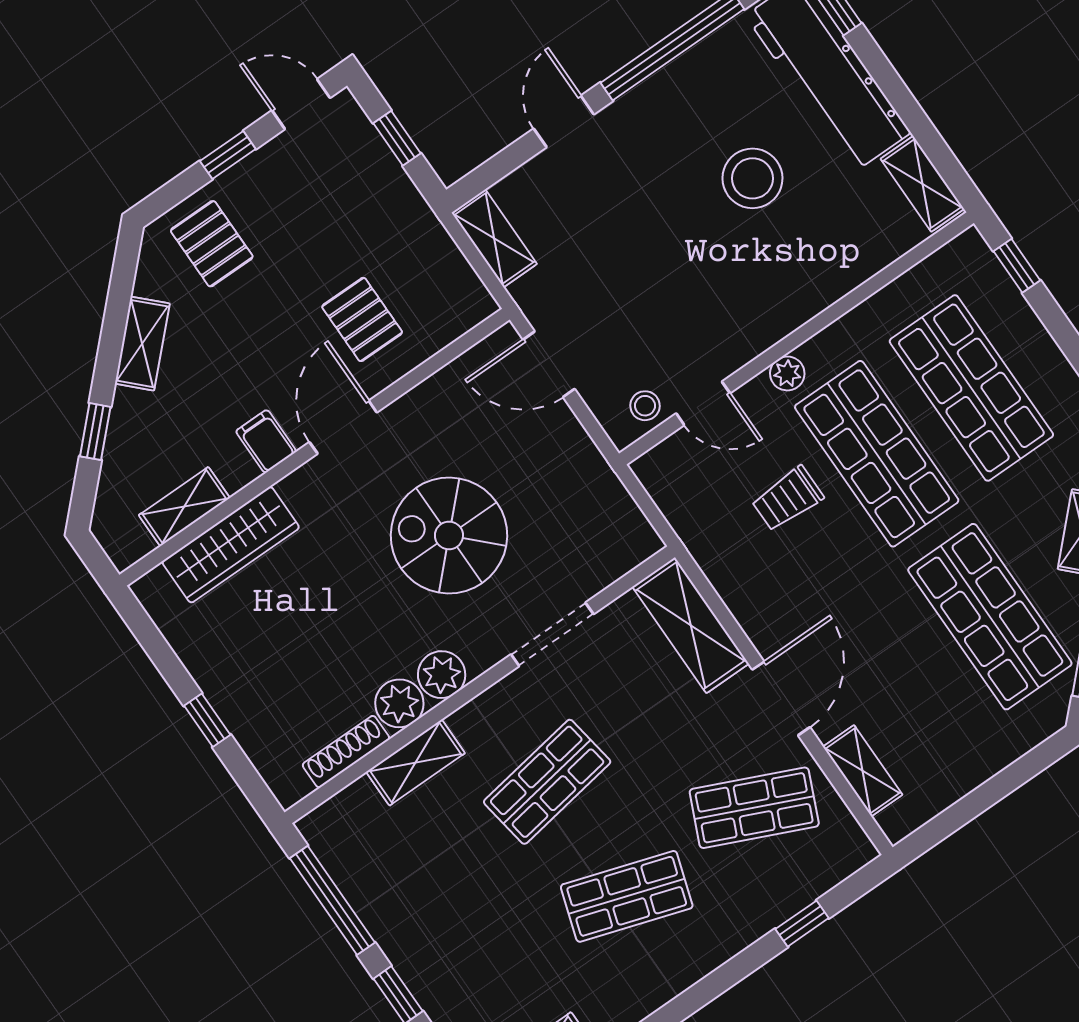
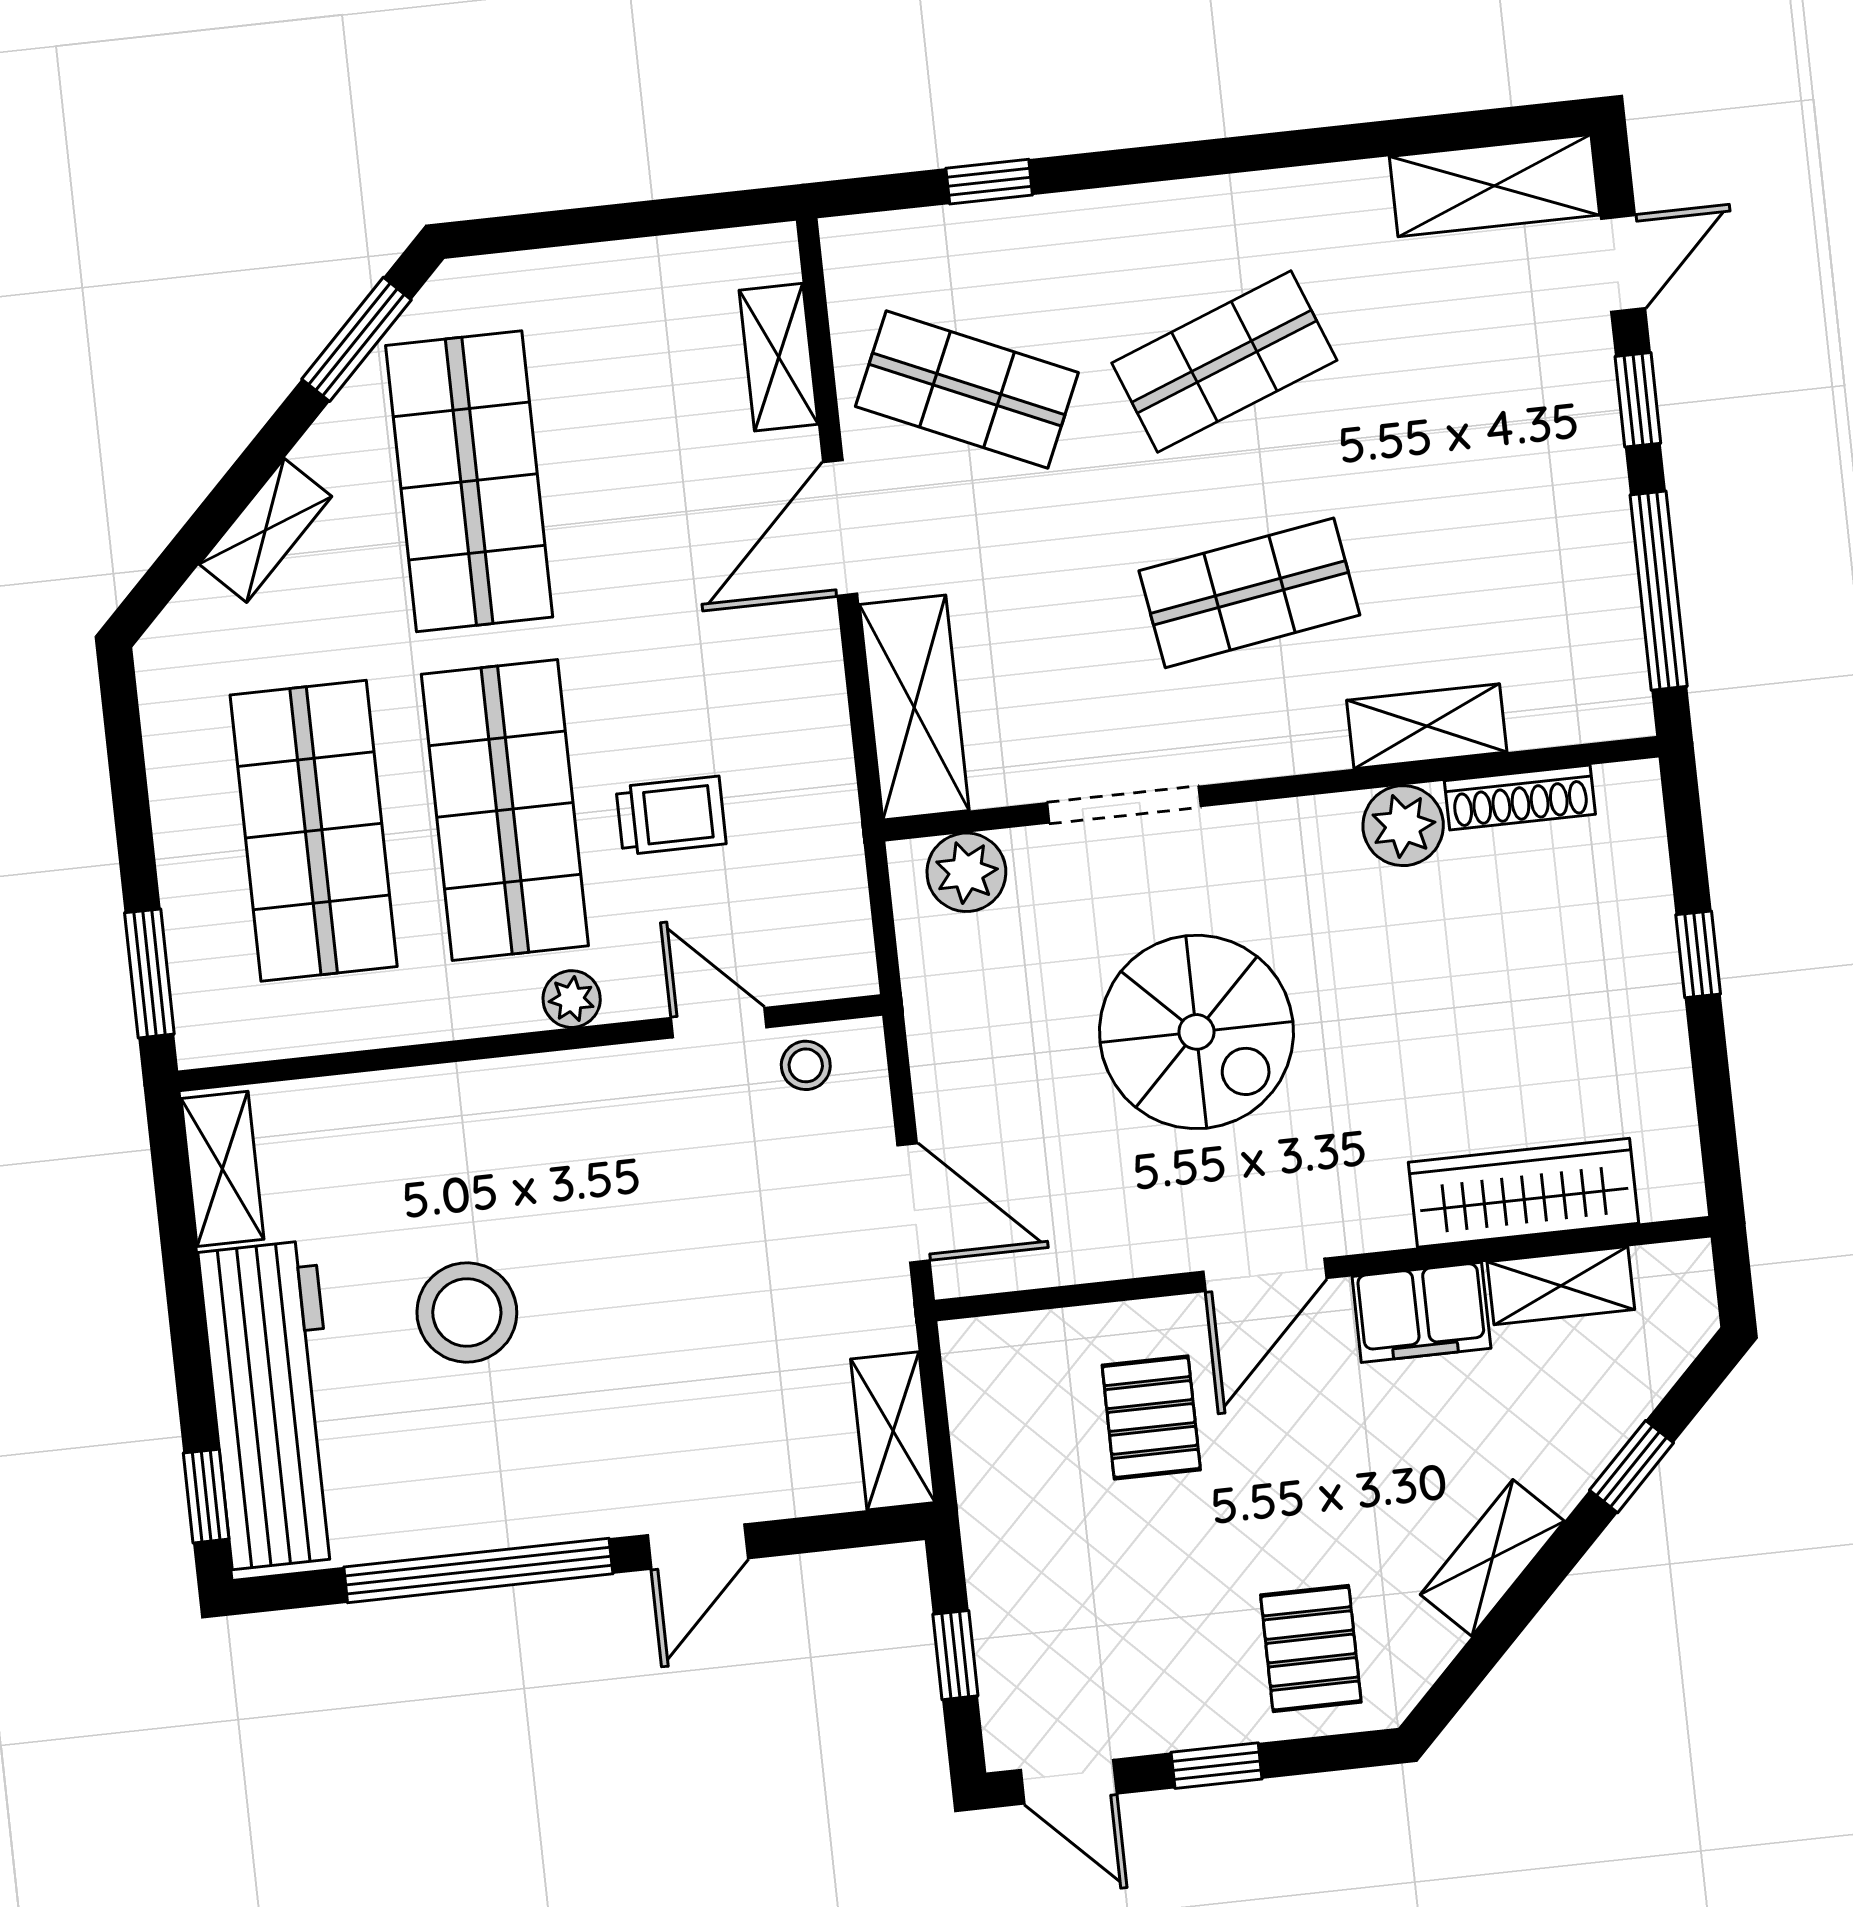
window: (1017, 266) -> (149, 973), width x1.50
filing cabinet: (266, 441) -> (1421, 1312), width x2.00
plant: (442, 675) -> (966, 872), moved
shop shelf: (627, 896) -> (1224, 362), turned -39

